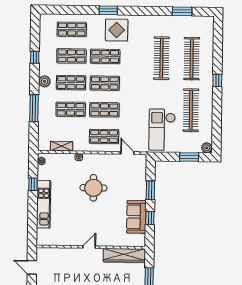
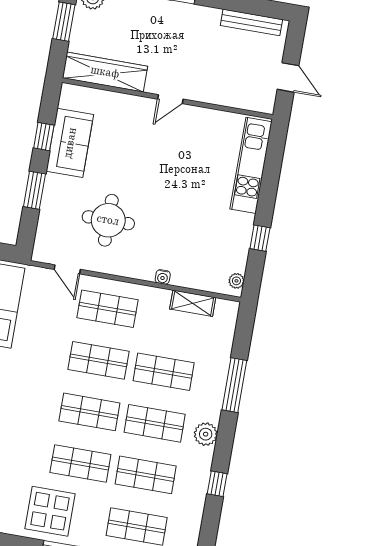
round table: (93, 188) -> (108, 220), moved
kitchen unit: (44, 204) -> (251, 165), moved

